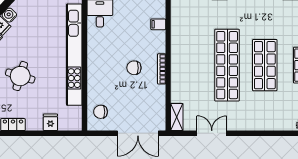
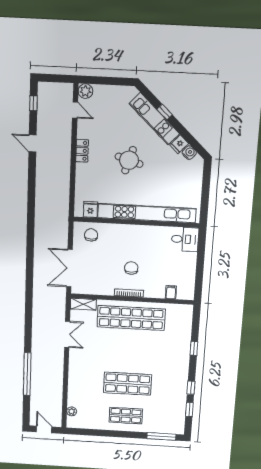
shop shelf: (227, 65) -> (131, 318), moved
fridge: (50, 122) -> (90, 209), moved, turned -90

